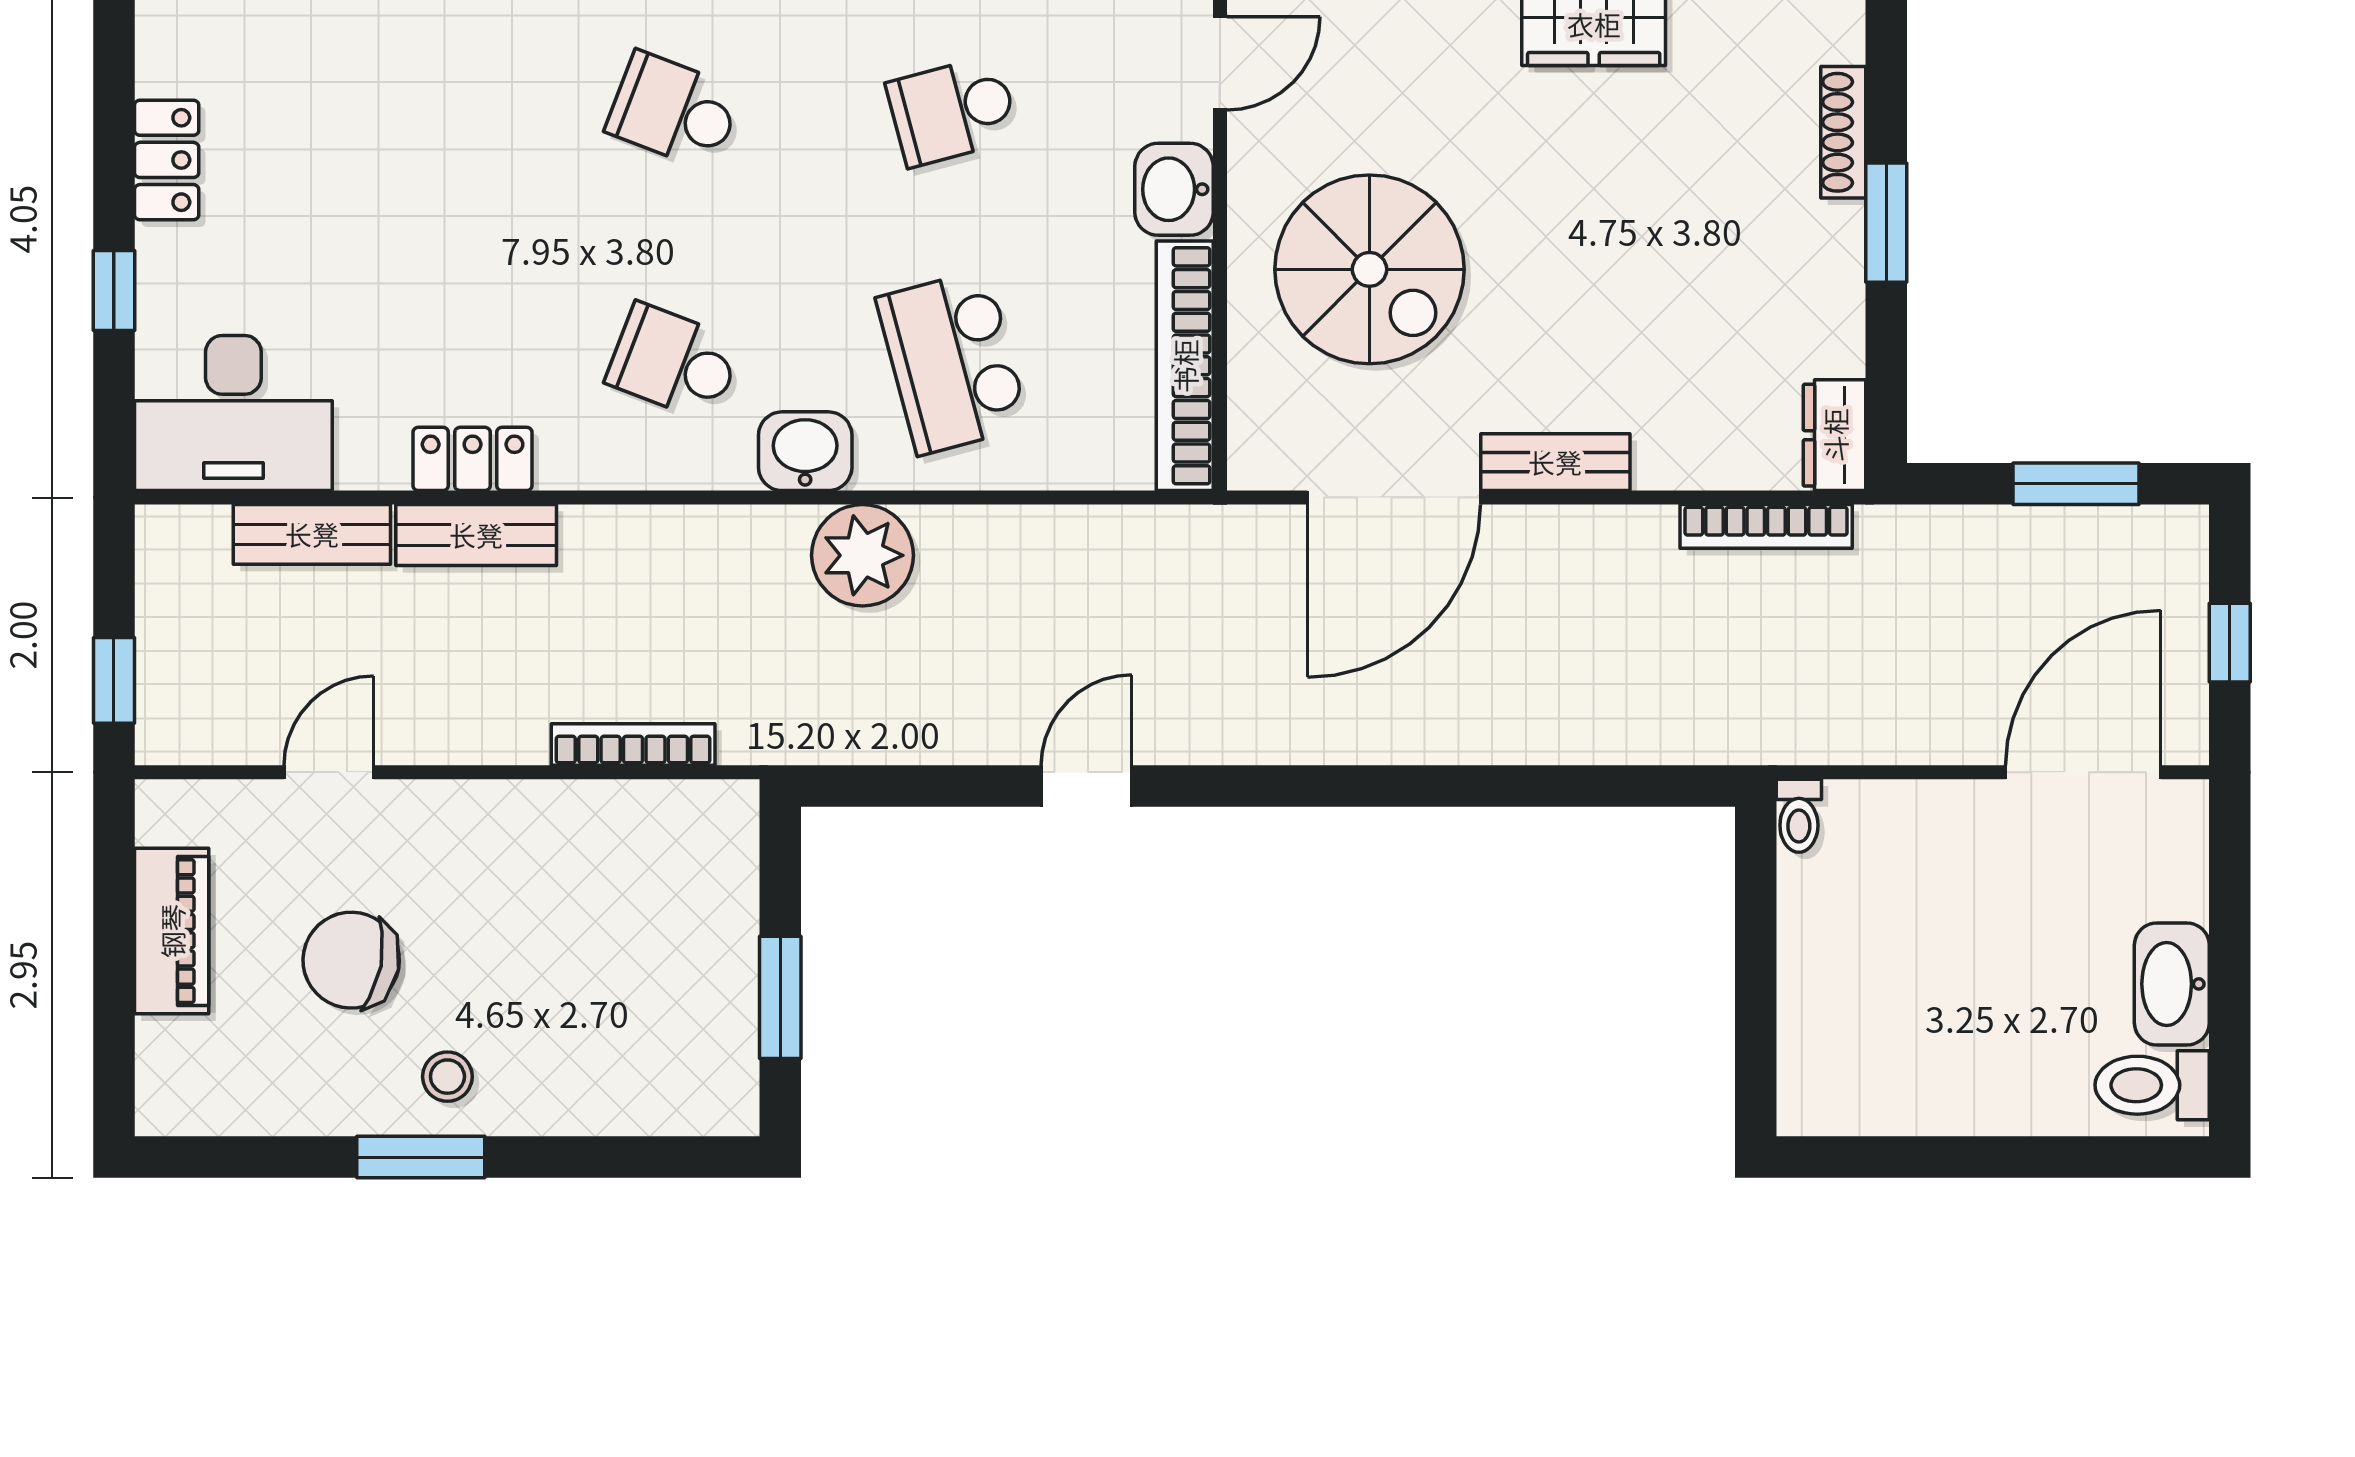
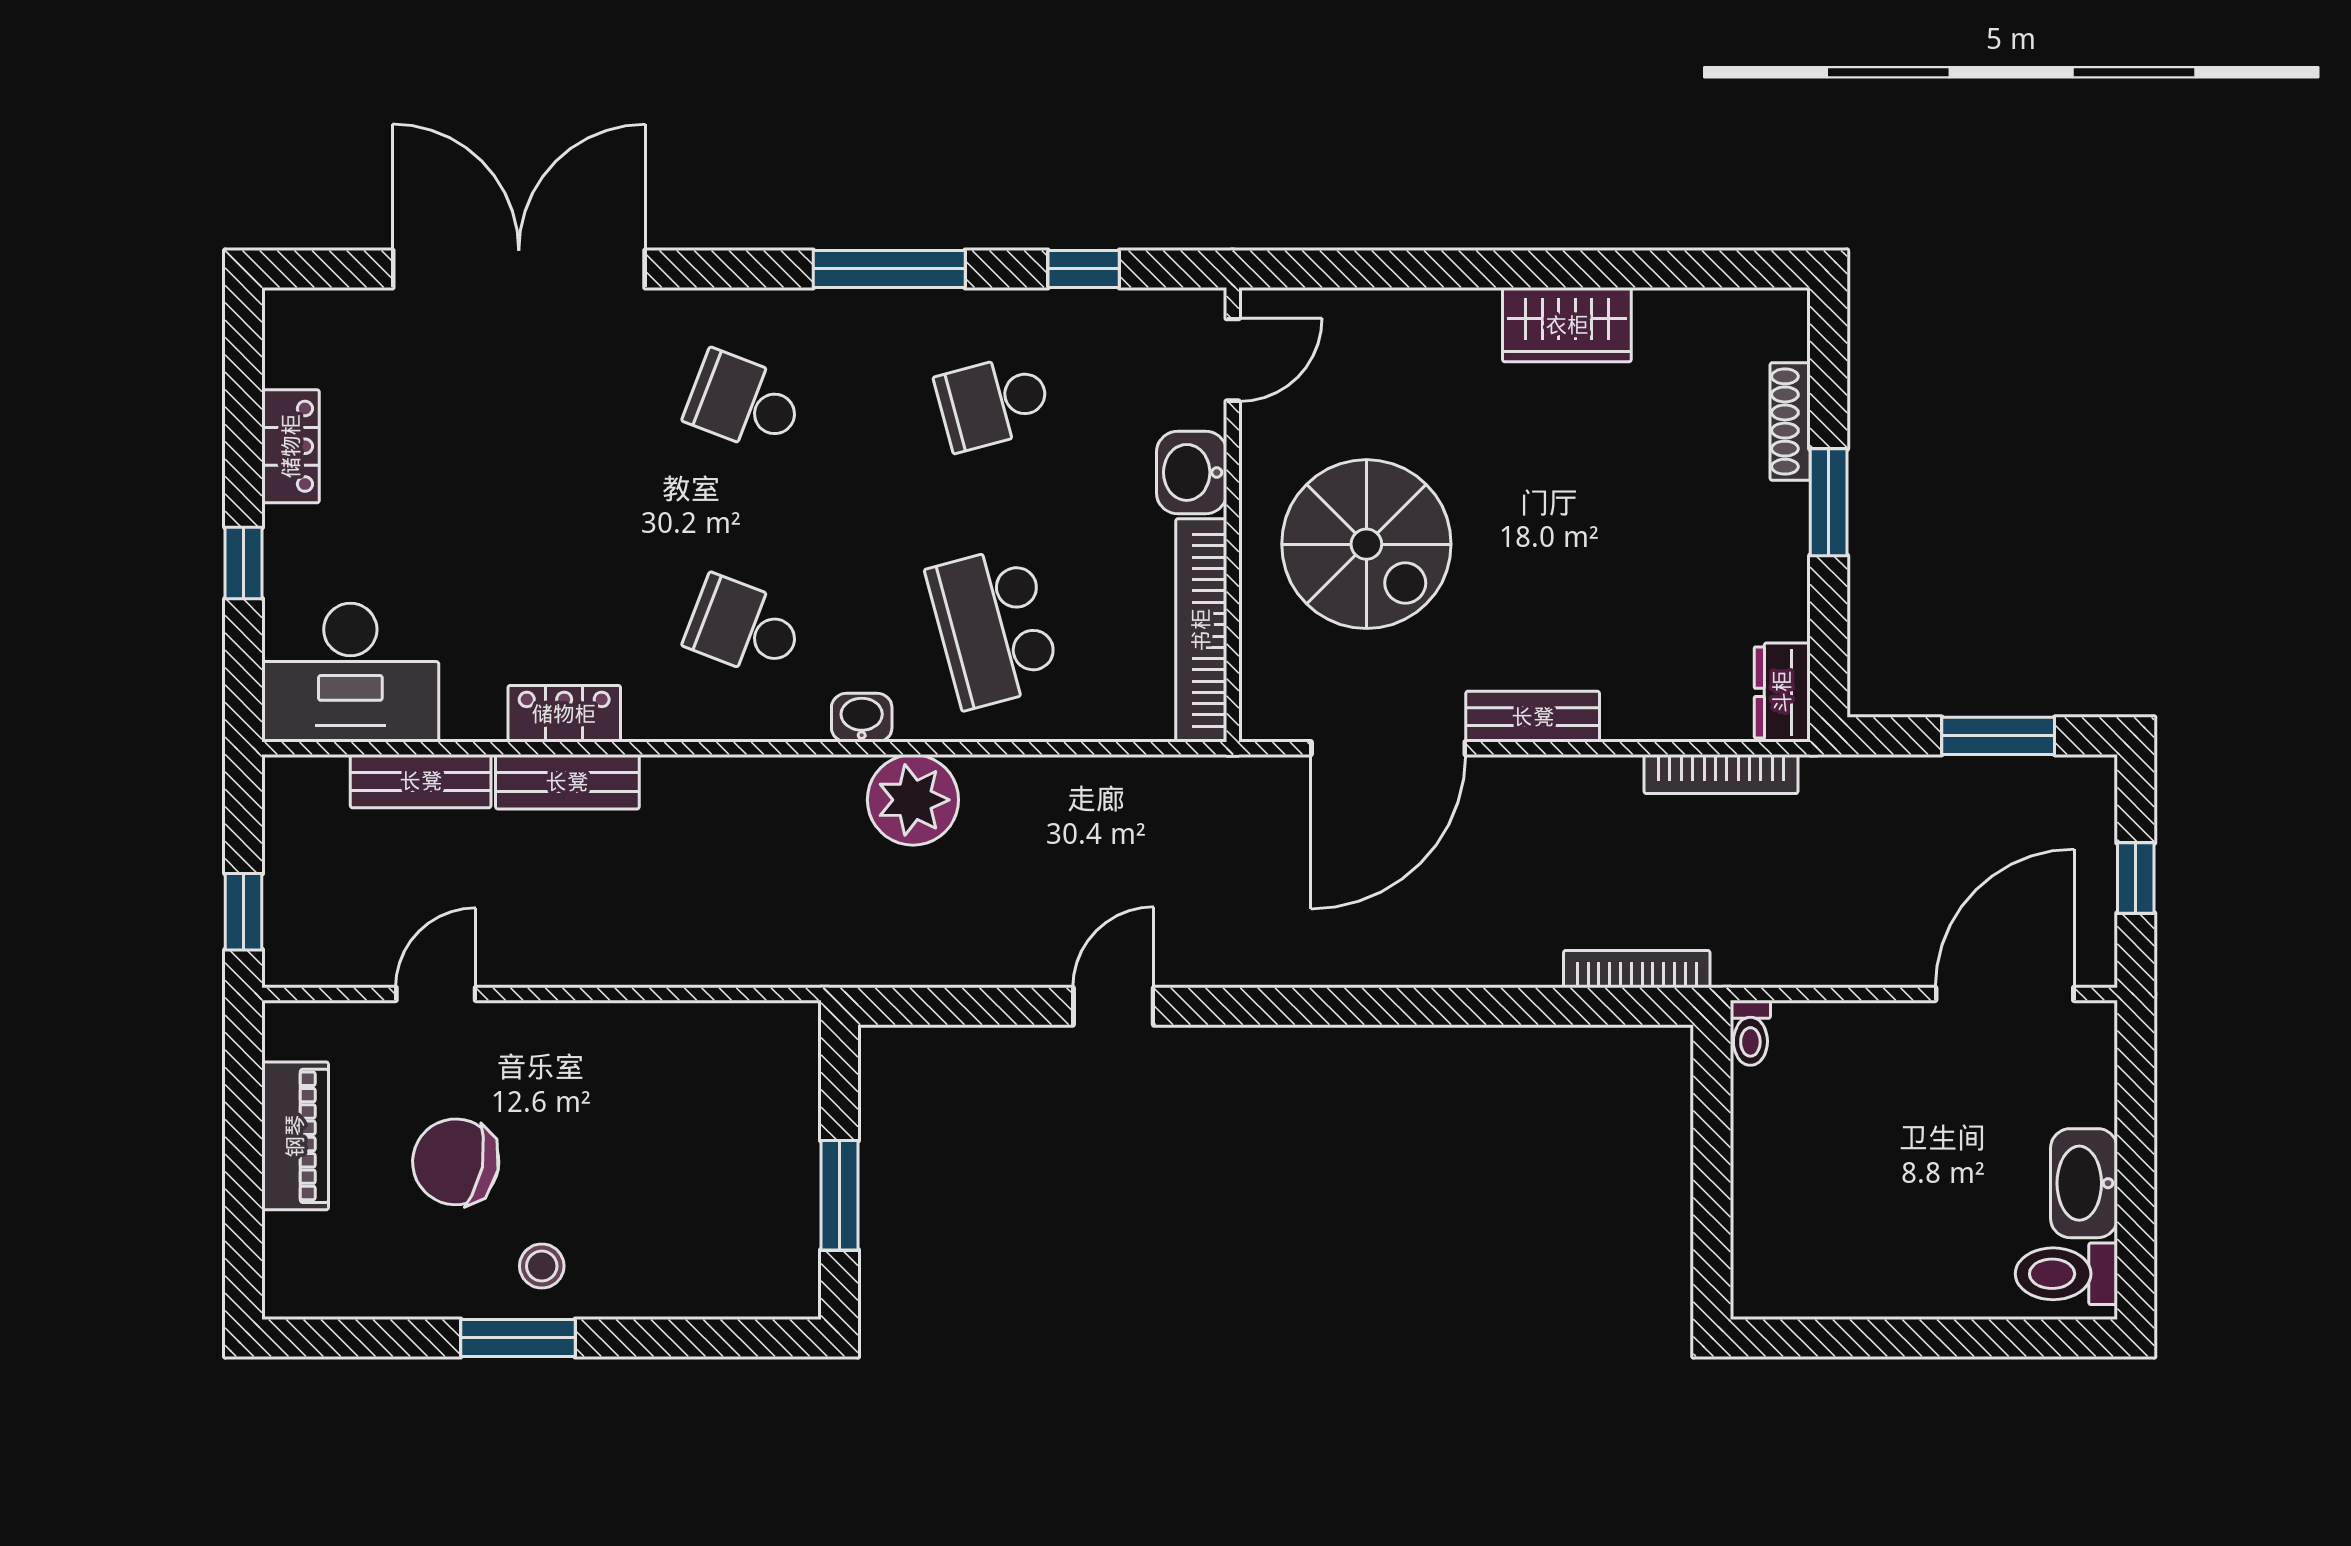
washbasin: (805, 451) -> (862, 718), width x0.72, depth x0.69
bookcase: (633, 745) -> (1637, 969), moved

